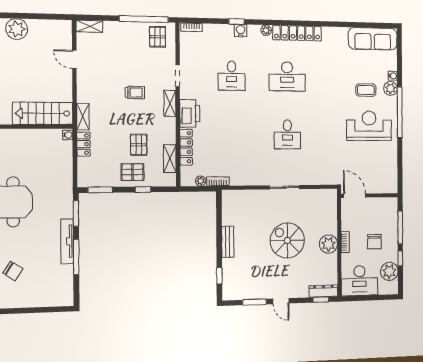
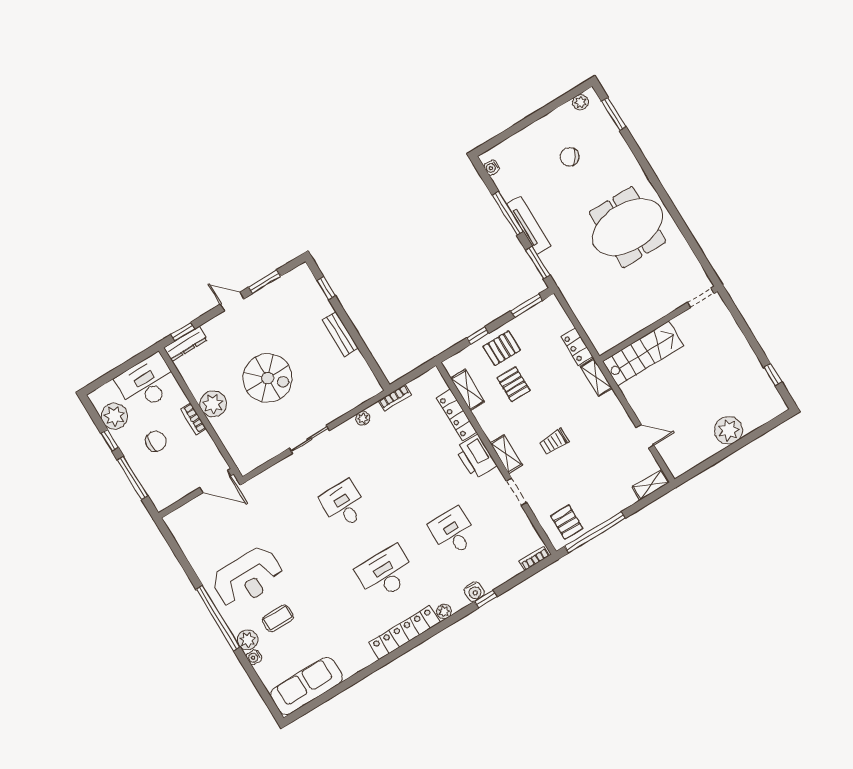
water cooler: (68, 135) -> (492, 167), moved
plant: (201, 181) -> (363, 418), moved
chair: (374, 242) -> (156, 441), turned 90

